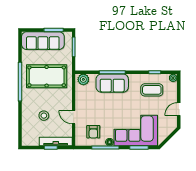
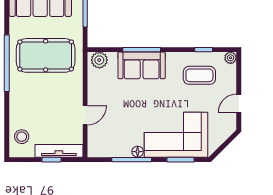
stool: (44, 116) -> (22, 137), moved
door: (74, 117) -> (85, 115), swing flipped
armchair: (93, 132) -> (114, 136), removed

